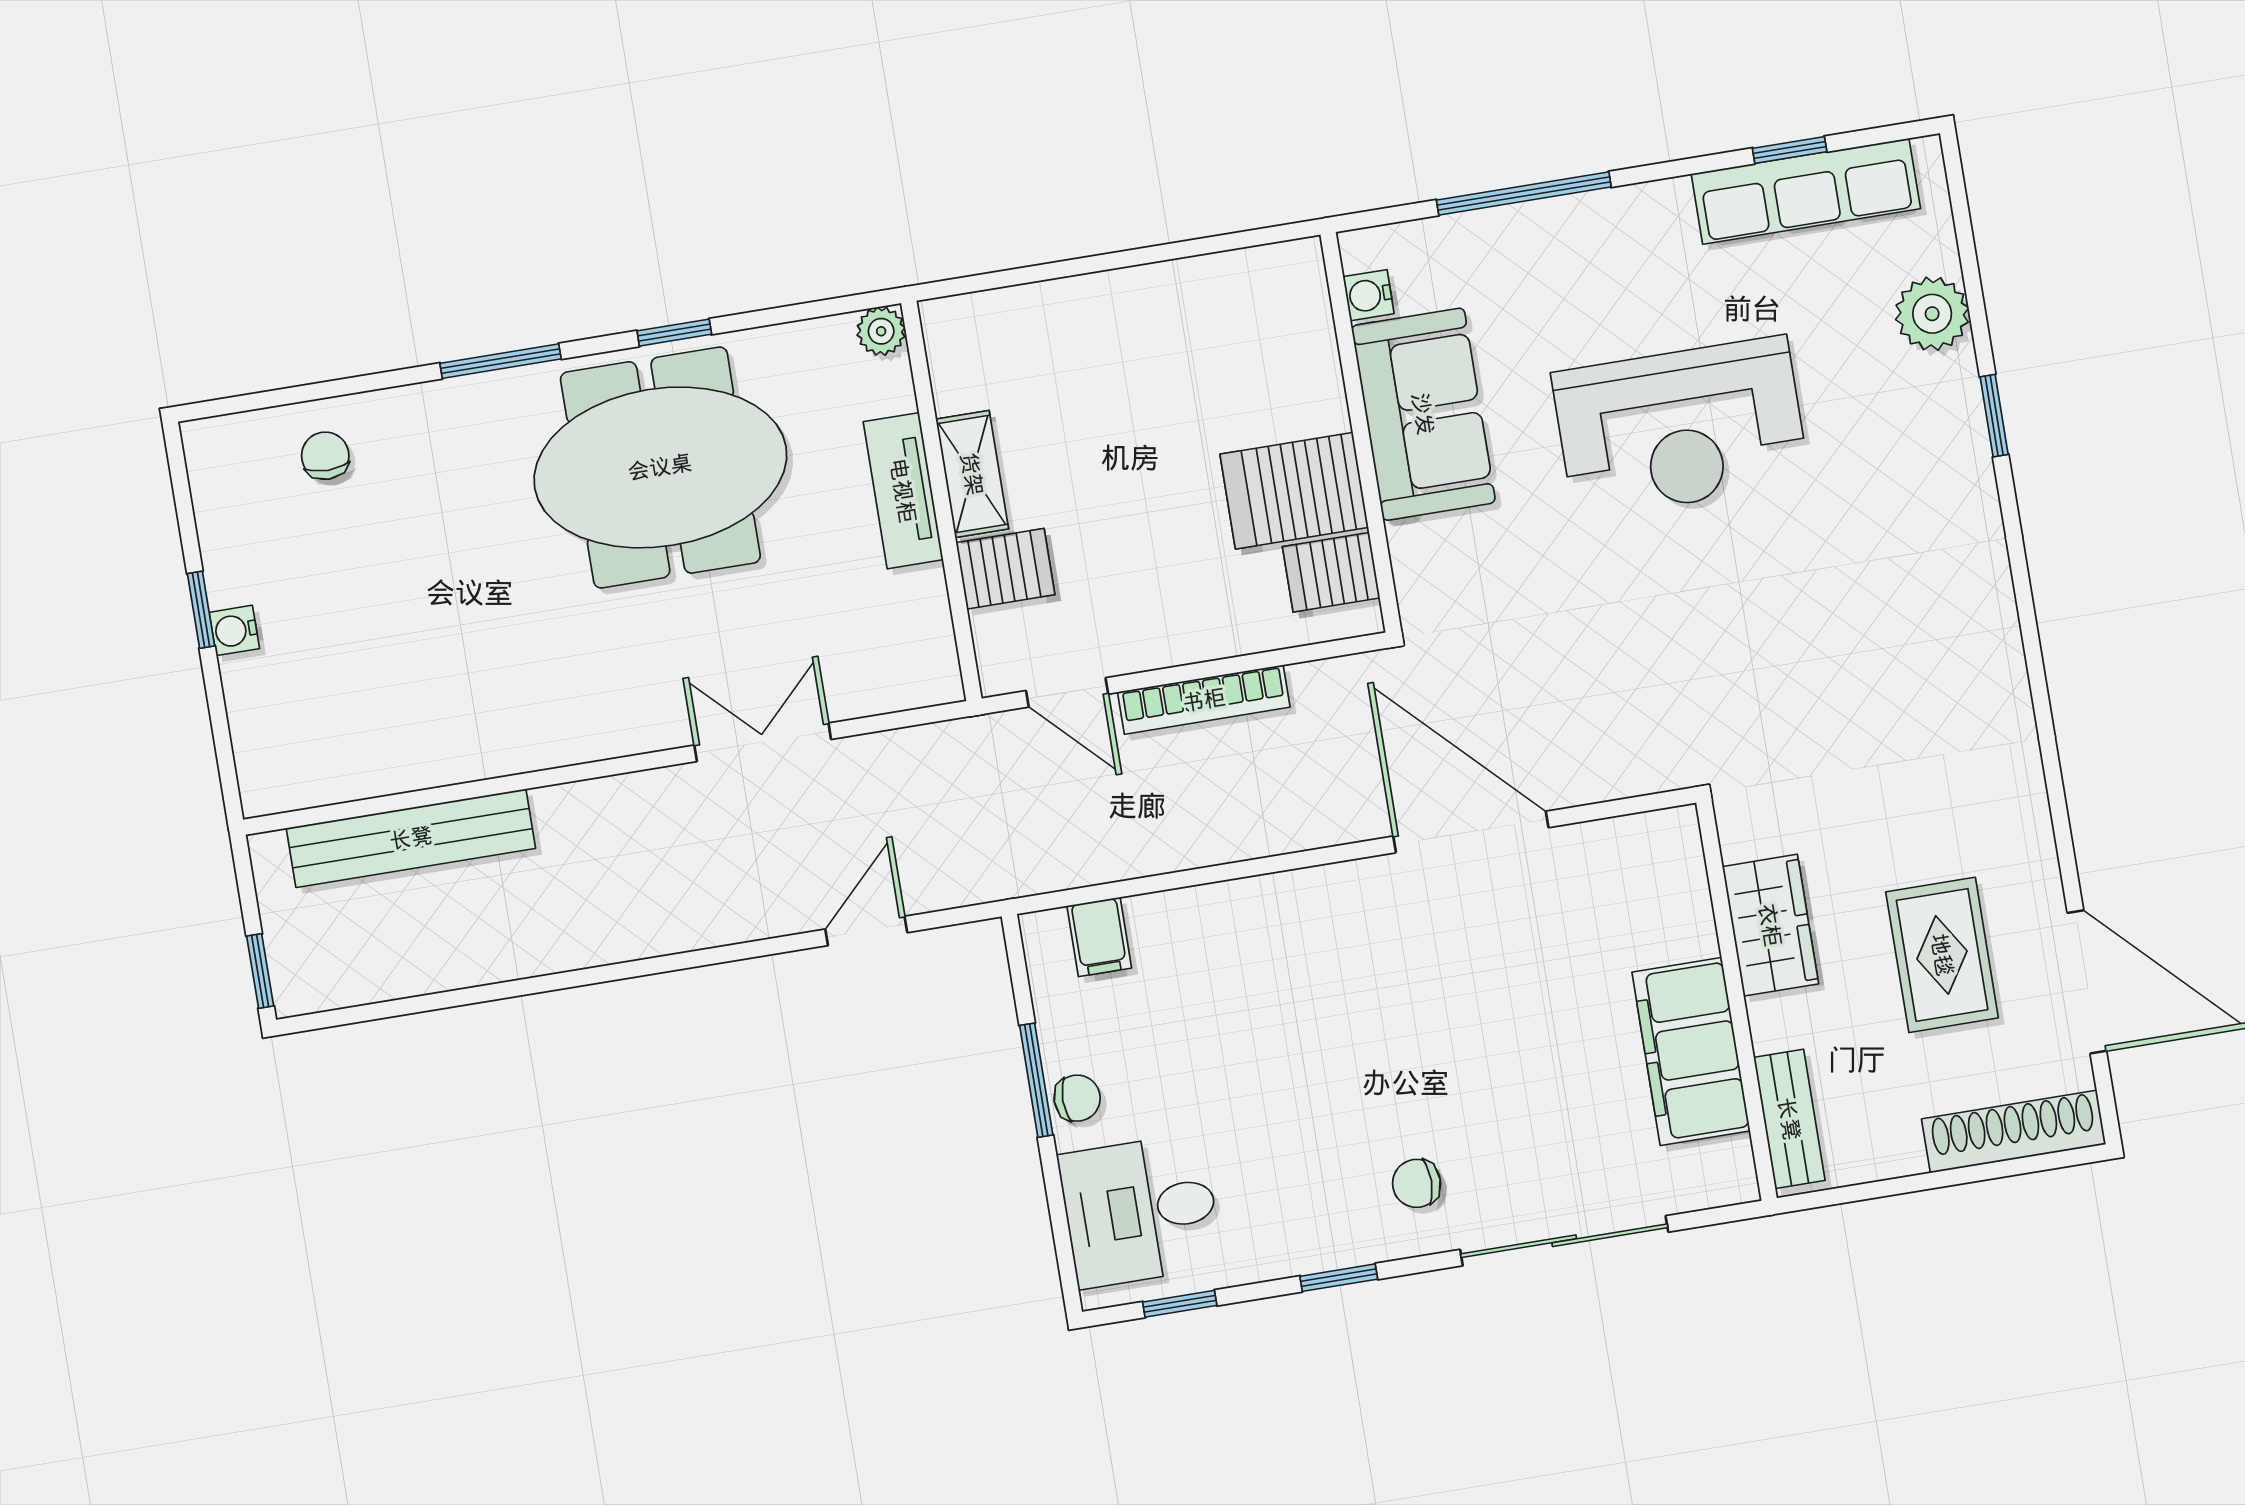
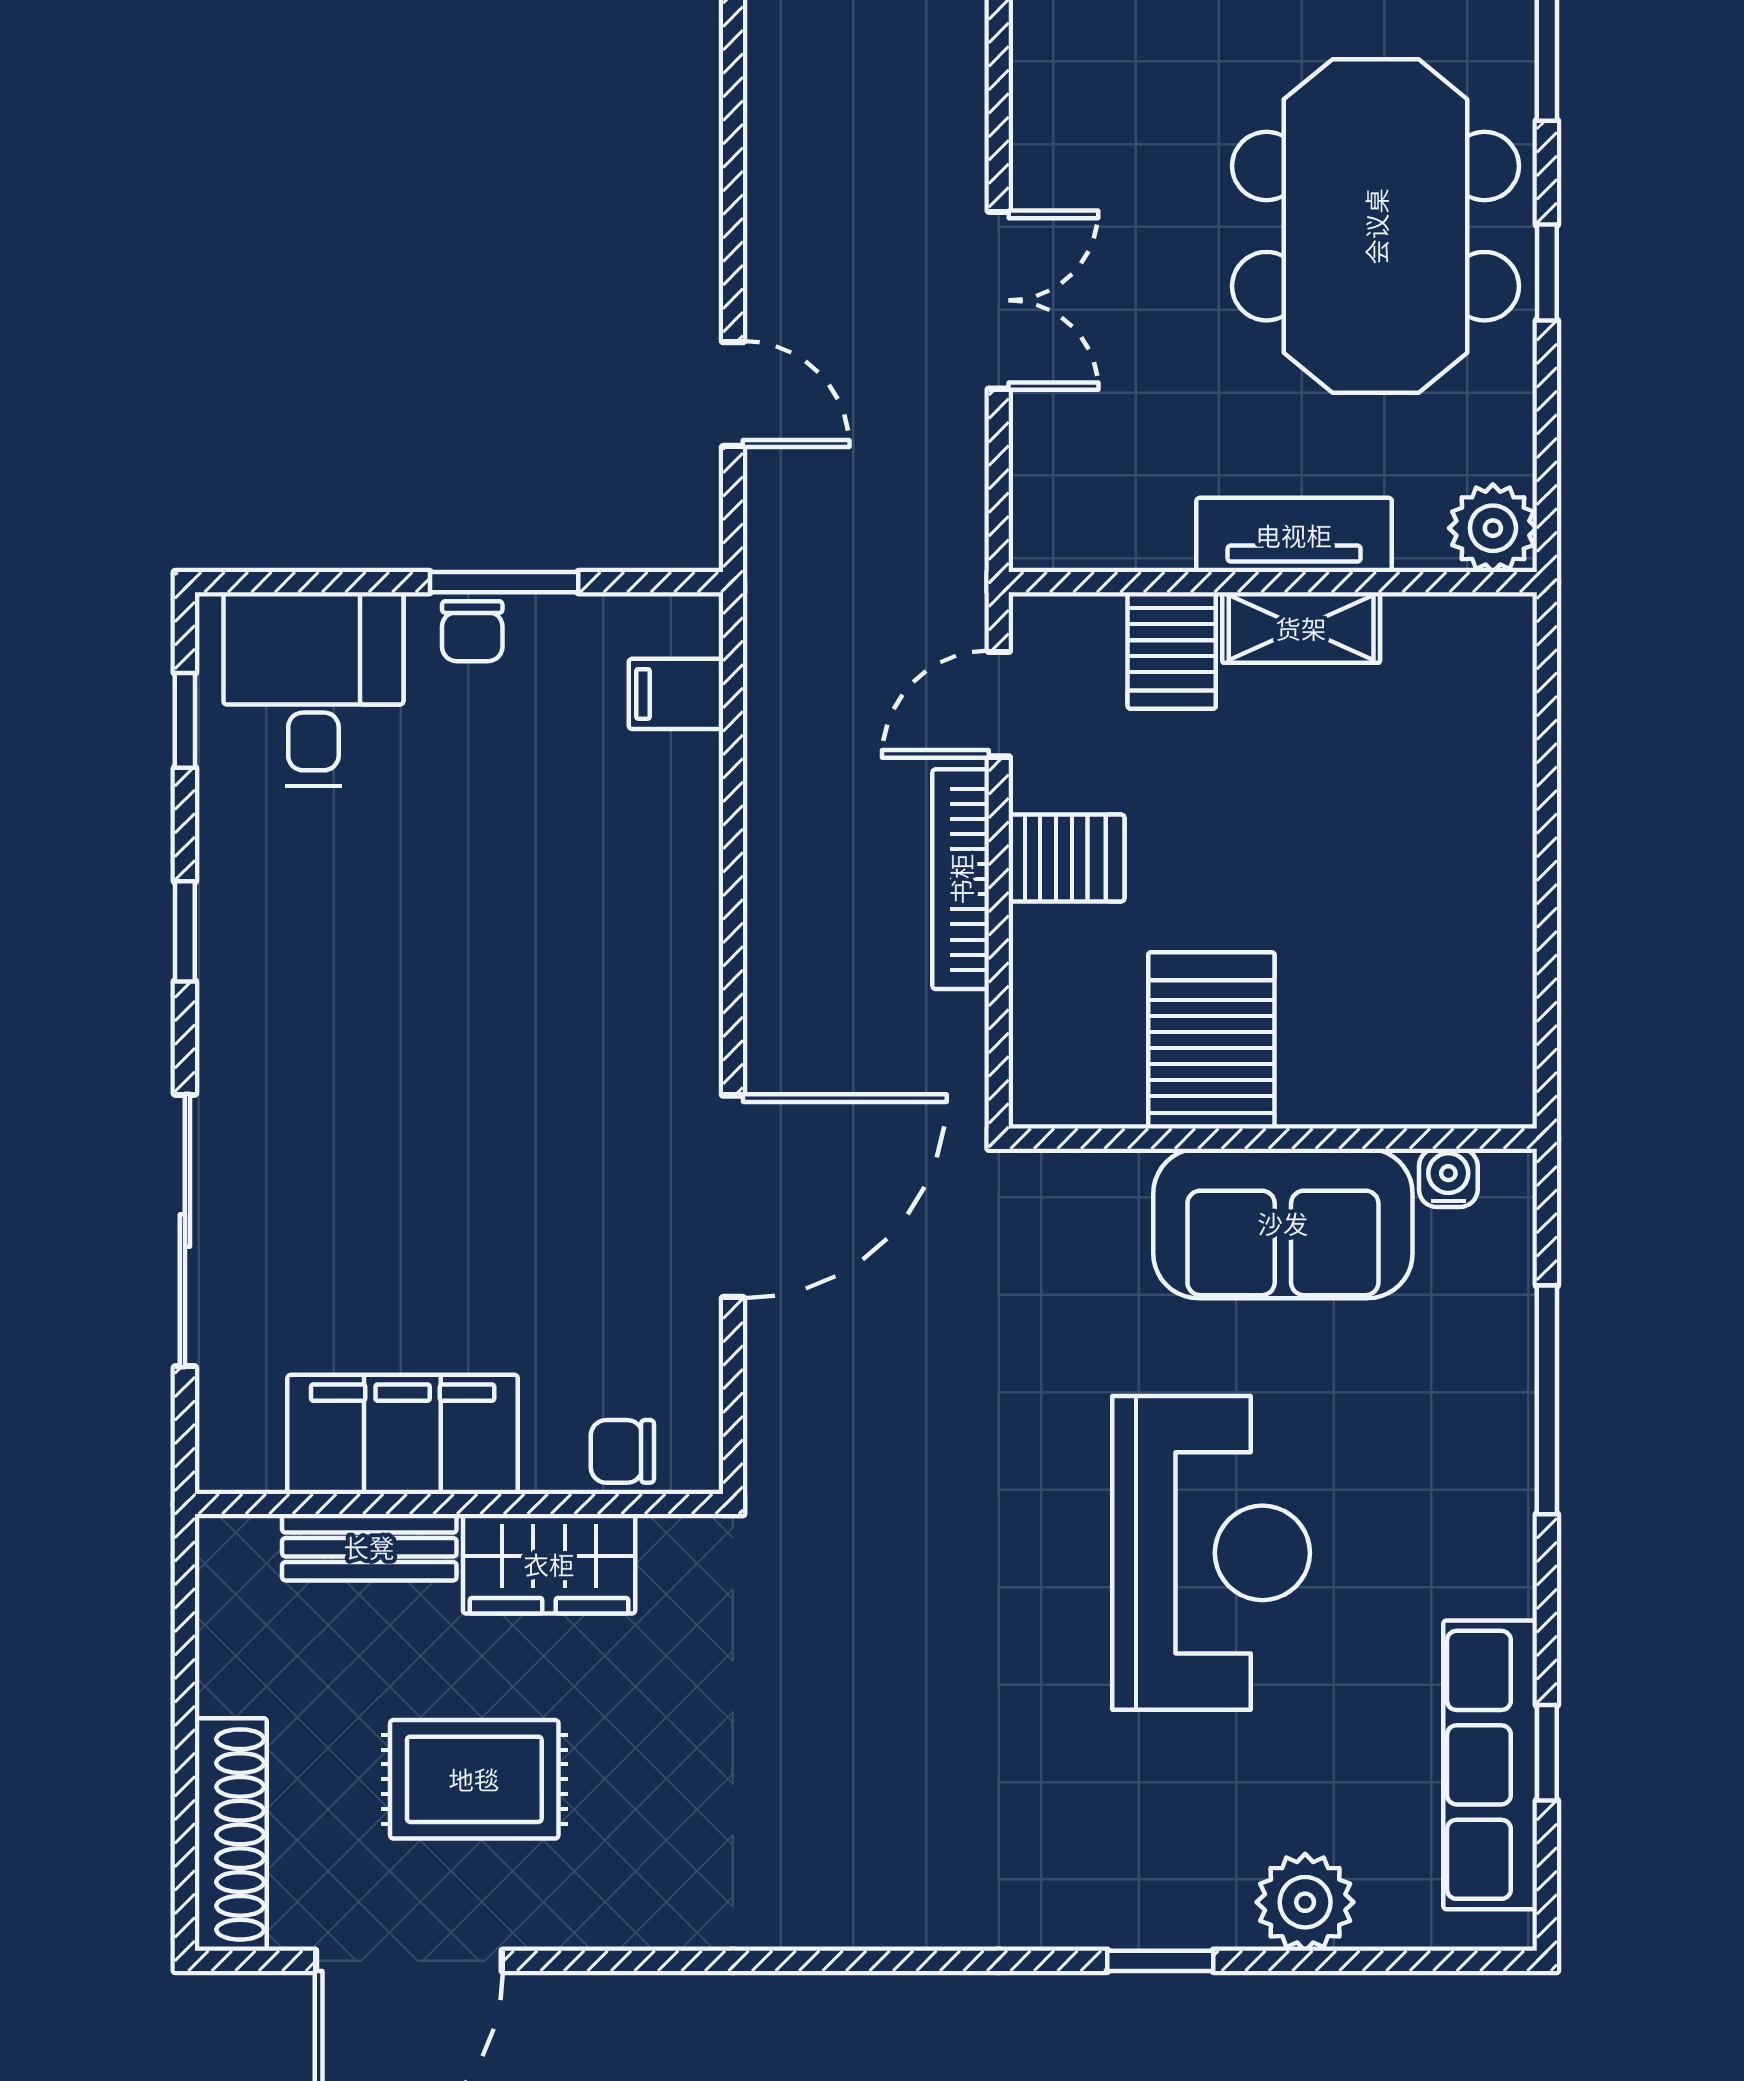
plant: (881, 331) -> (1493, 528), width x1.38, depth x1.38
reception desk: (1680, 428) -> (1211, 1553), turned 180
server rack: (1331, 572) -> (1067, 858), moved, turned 90
bench: (1789, 1119) -> (369, 1547), moved
chair: (1417, 1183) -> (622, 1451), moved, turned -90

